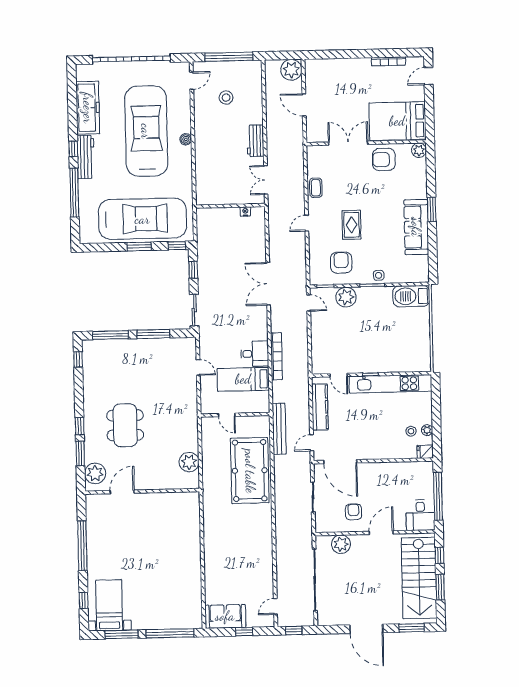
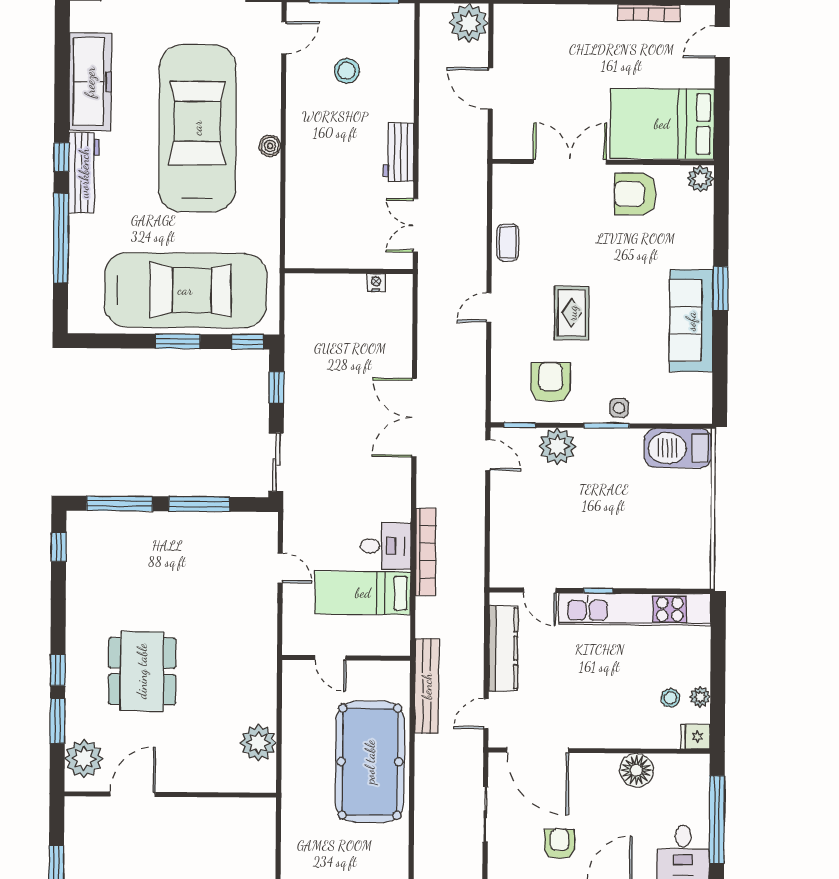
floor lamp: (394, 471) -> (636, 770), added

